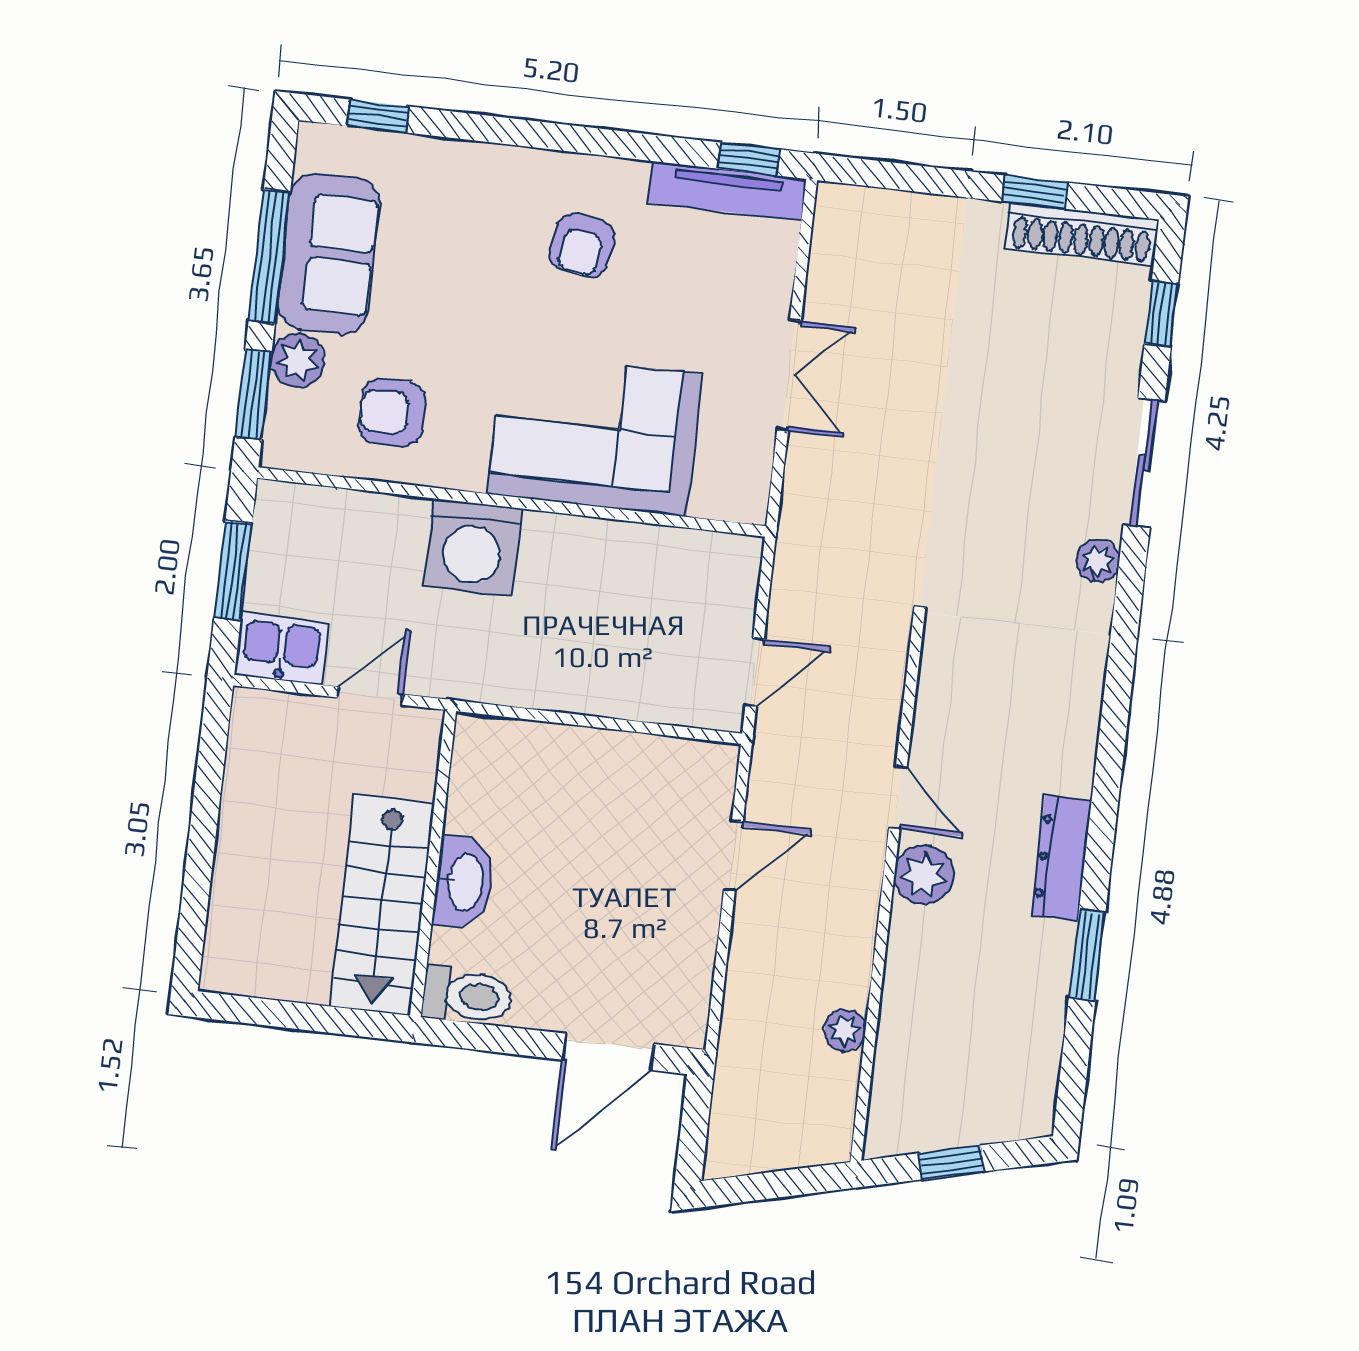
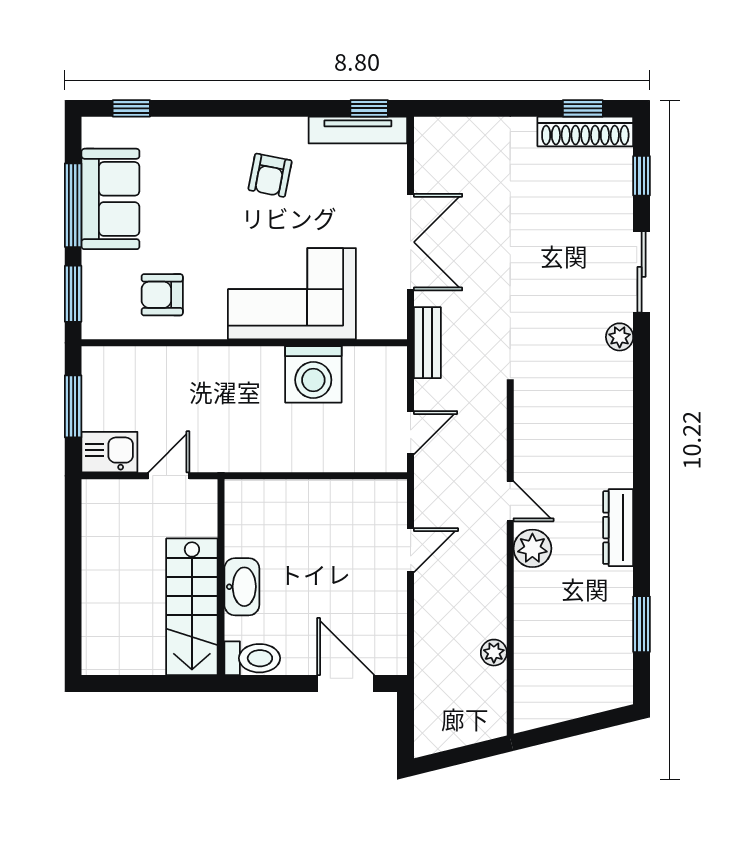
window: (1035, 192) -> (583, 108), moved
plant: (297, 360) -> (98, 269), removed
double door: (789, 375) -> (411, 242), width x1.37
bench: (797, 535) -> (427, 343), added
washing machine: (473, 547) -> (313, 374), moved
window: (1087, 955) -> (642, 624), moved
door: (608, 1052) -> (346, 683), swing flipped
window: (951, 1162) -> (571, 728), removed

